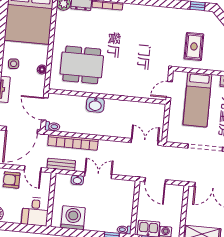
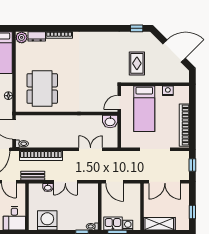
dining table: (82, 65) -> (42, 88), turned 90
washbasin: (95, 105) -> (110, 121), moved
double door: (145, 142) -> (91, 149), moved
double door: (98, 175) -> (65, 182), swing flipped

